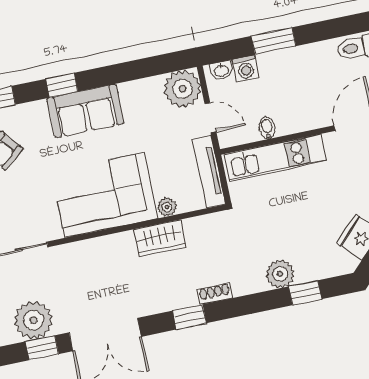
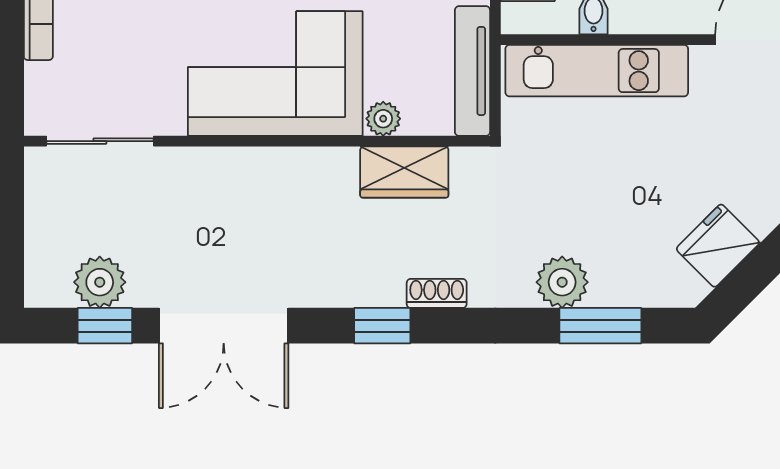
wardrobe: (160, 238) -> (404, 172), moved
window: (305, 293) -> (600, 326), width x1.50
plant: (33, 320) -> (100, 282), width x0.73, depth x0.73

